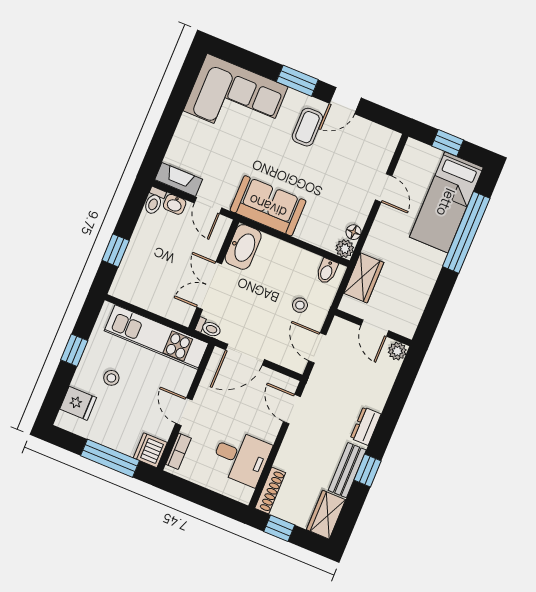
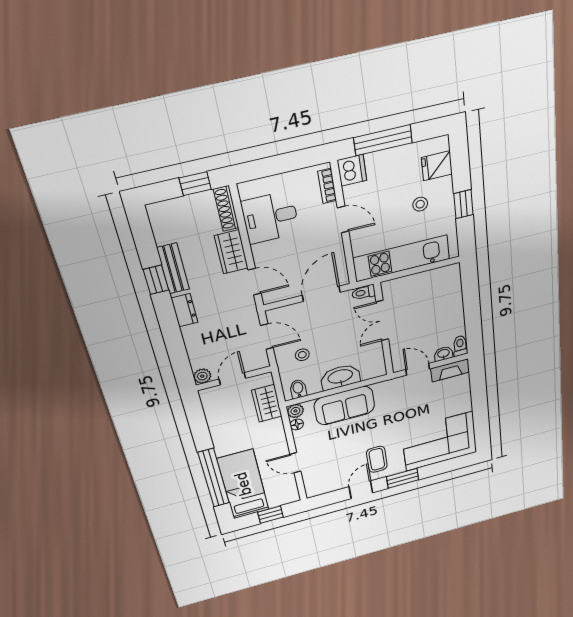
sofa: (268, 206) -> (344, 406), moved
washbasin: (243, 247) -> (340, 377), moved, turned 90
window: (116, 250) -> (471, 295), removed
double door: (209, 286) -> (382, 321), swing flipped
door: (375, 328) -> (232, 379), hinge flipped
wardrobe: (326, 515) -> (231, 252), moved, turned 180

